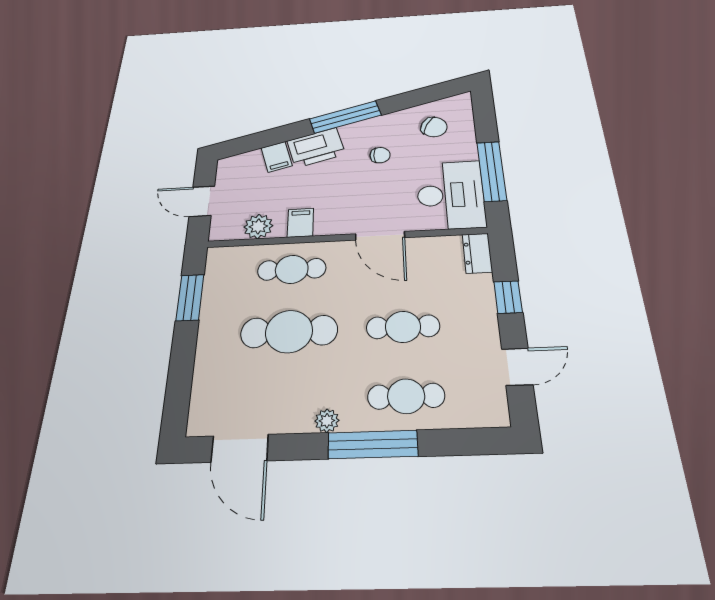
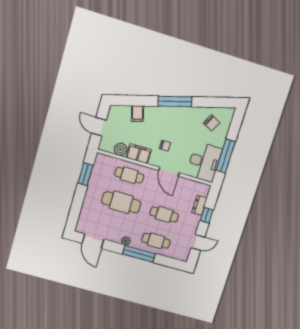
printer: (316, 148) -> (156, 115), removed
chair: (380, 155) -> (165, 146), moved
filing cabinet: (301, 223) -> (139, 154), width x2.00
dresser: (477, 253) -> (199, 205), moved

